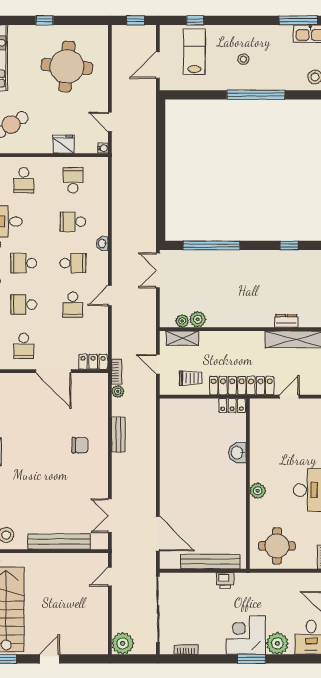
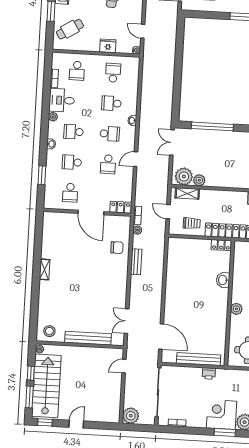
plant: (182, 321) -> (184, 176), width x1.87, depth x1.87
chair: (80, 445) -> (117, 248), moved

